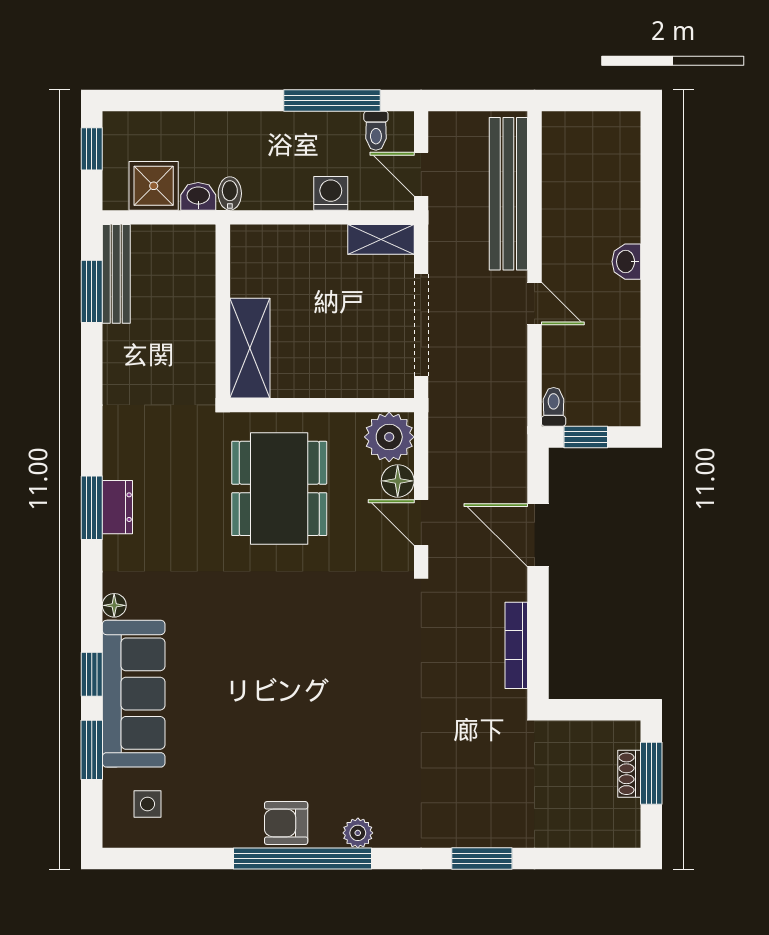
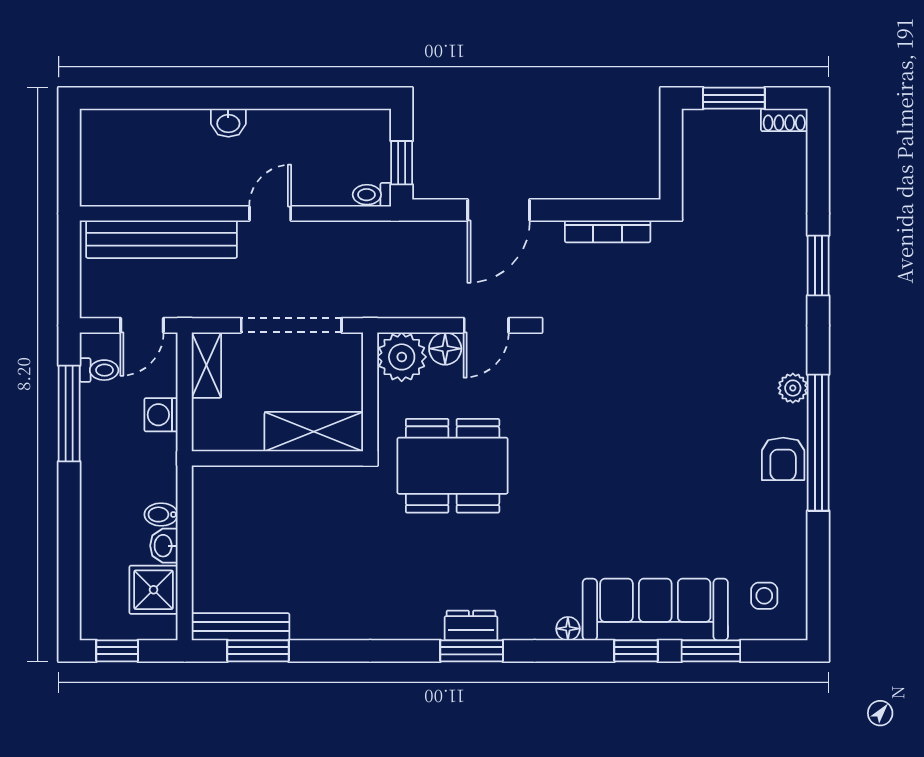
wall: (223, 311) -> (277, 458), moved
shelving: (250, 348) -> (314, 432), moved
shoe rack: (629, 774) -> (784, 120), moved

